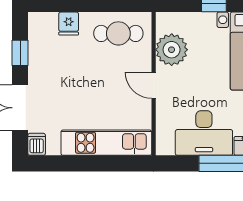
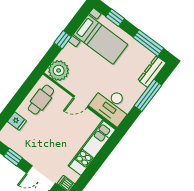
plant: (172, 50) -> (59, 70), moved
desk: (204, 133) -> (111, 105), moved, turned 90

